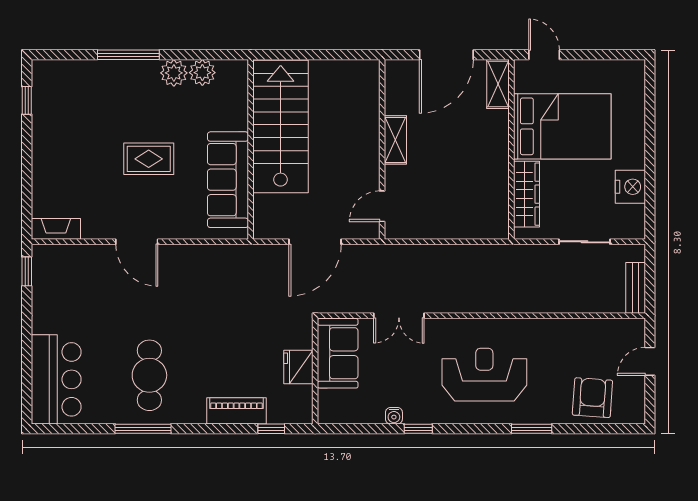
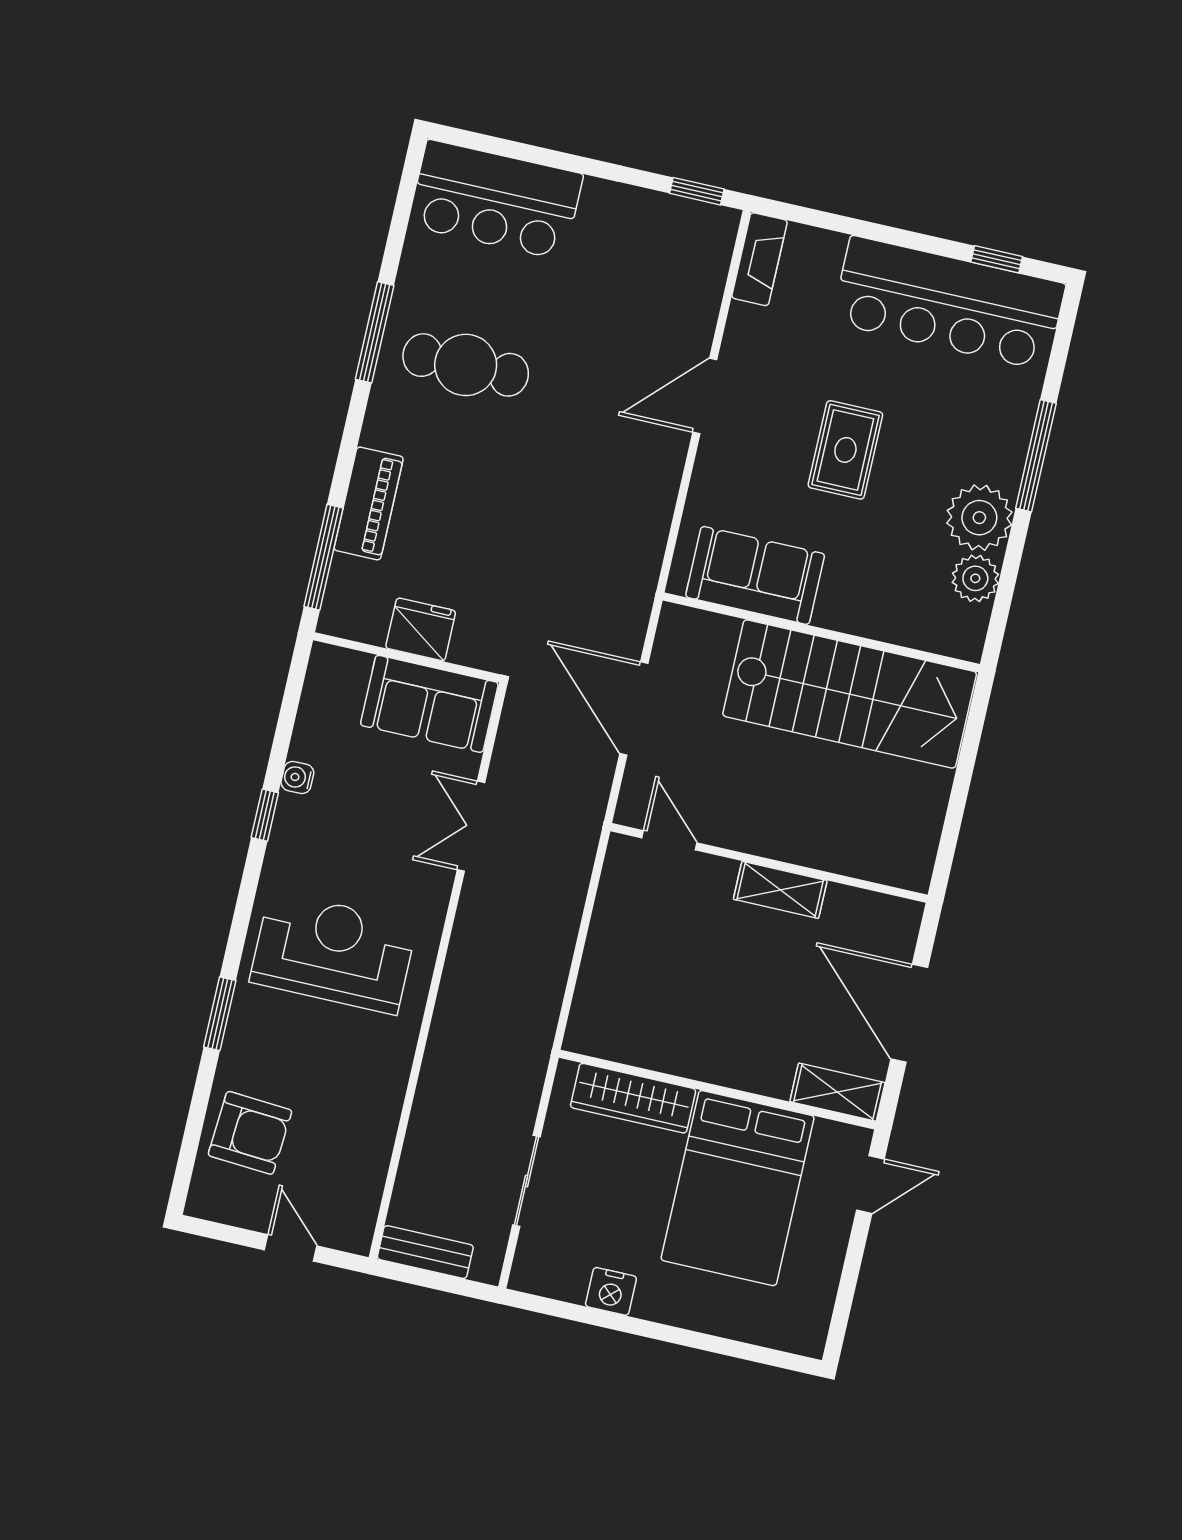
plant: (174, 73) -> (979, 518), width x1.36, depth x1.36
bar counter: (56, 121) -> (949, 303), added
sofa: (228, 180) -> (755, 575), width x0.73
nightstand: (630, 187) -> (611, 1291), width x0.74, depth x0.75
reception desk: (484, 375) -> (333, 952), turned -90
window: (271, 429) -> (323, 557), width x2.17

